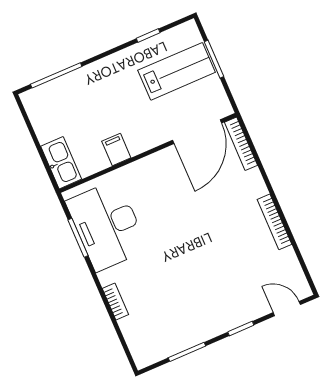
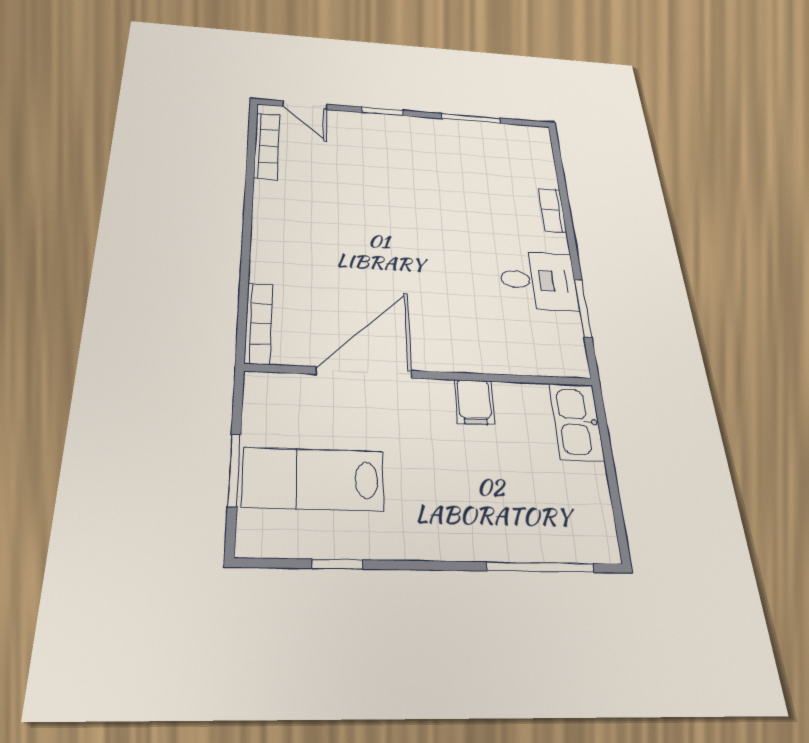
door: (197, 132) -> (364, 372), moved
bookcase: (274, 222) -> (267, 146), moved
desk: (107, 225) -> (538, 280), width x0.53, depth x0.77

